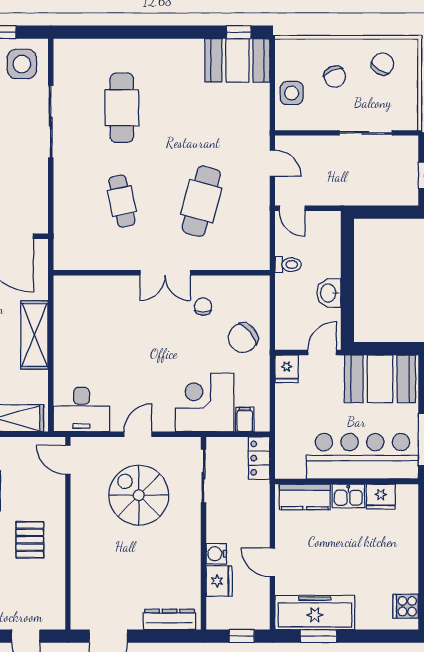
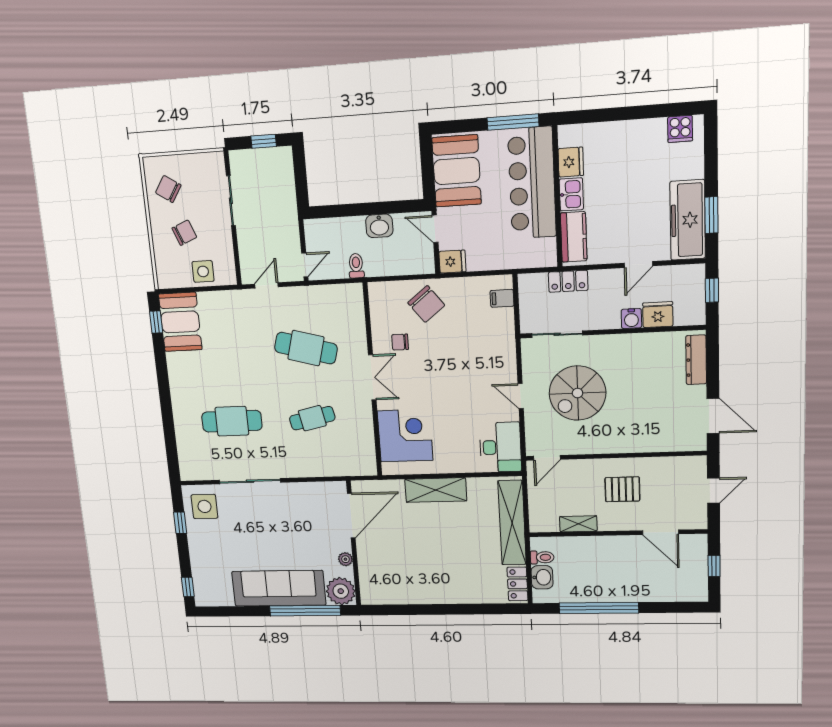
corner desk: (205, 402) -> (405, 436), moved, turned 180
locker: (259, 458) -> (568, 281), moved

